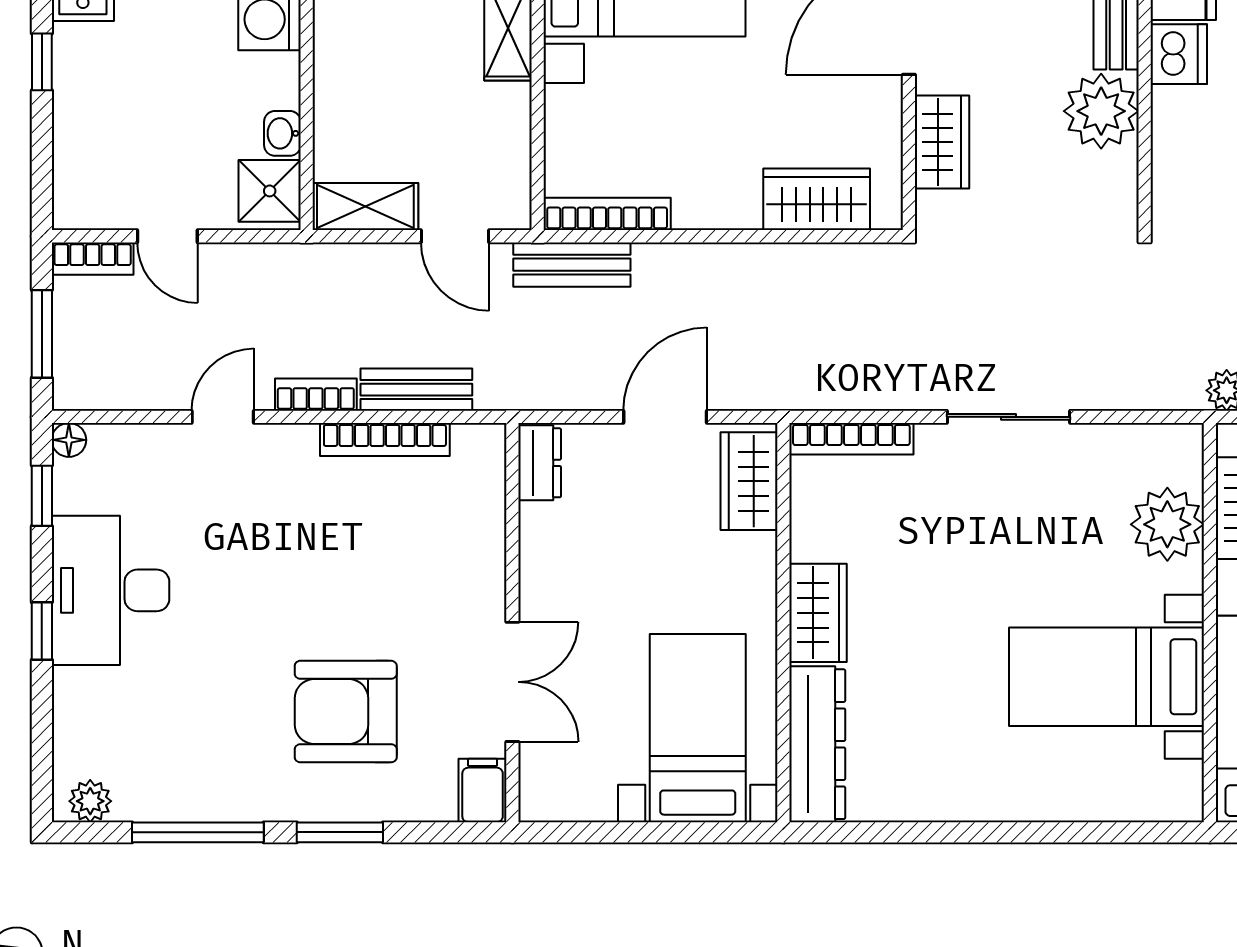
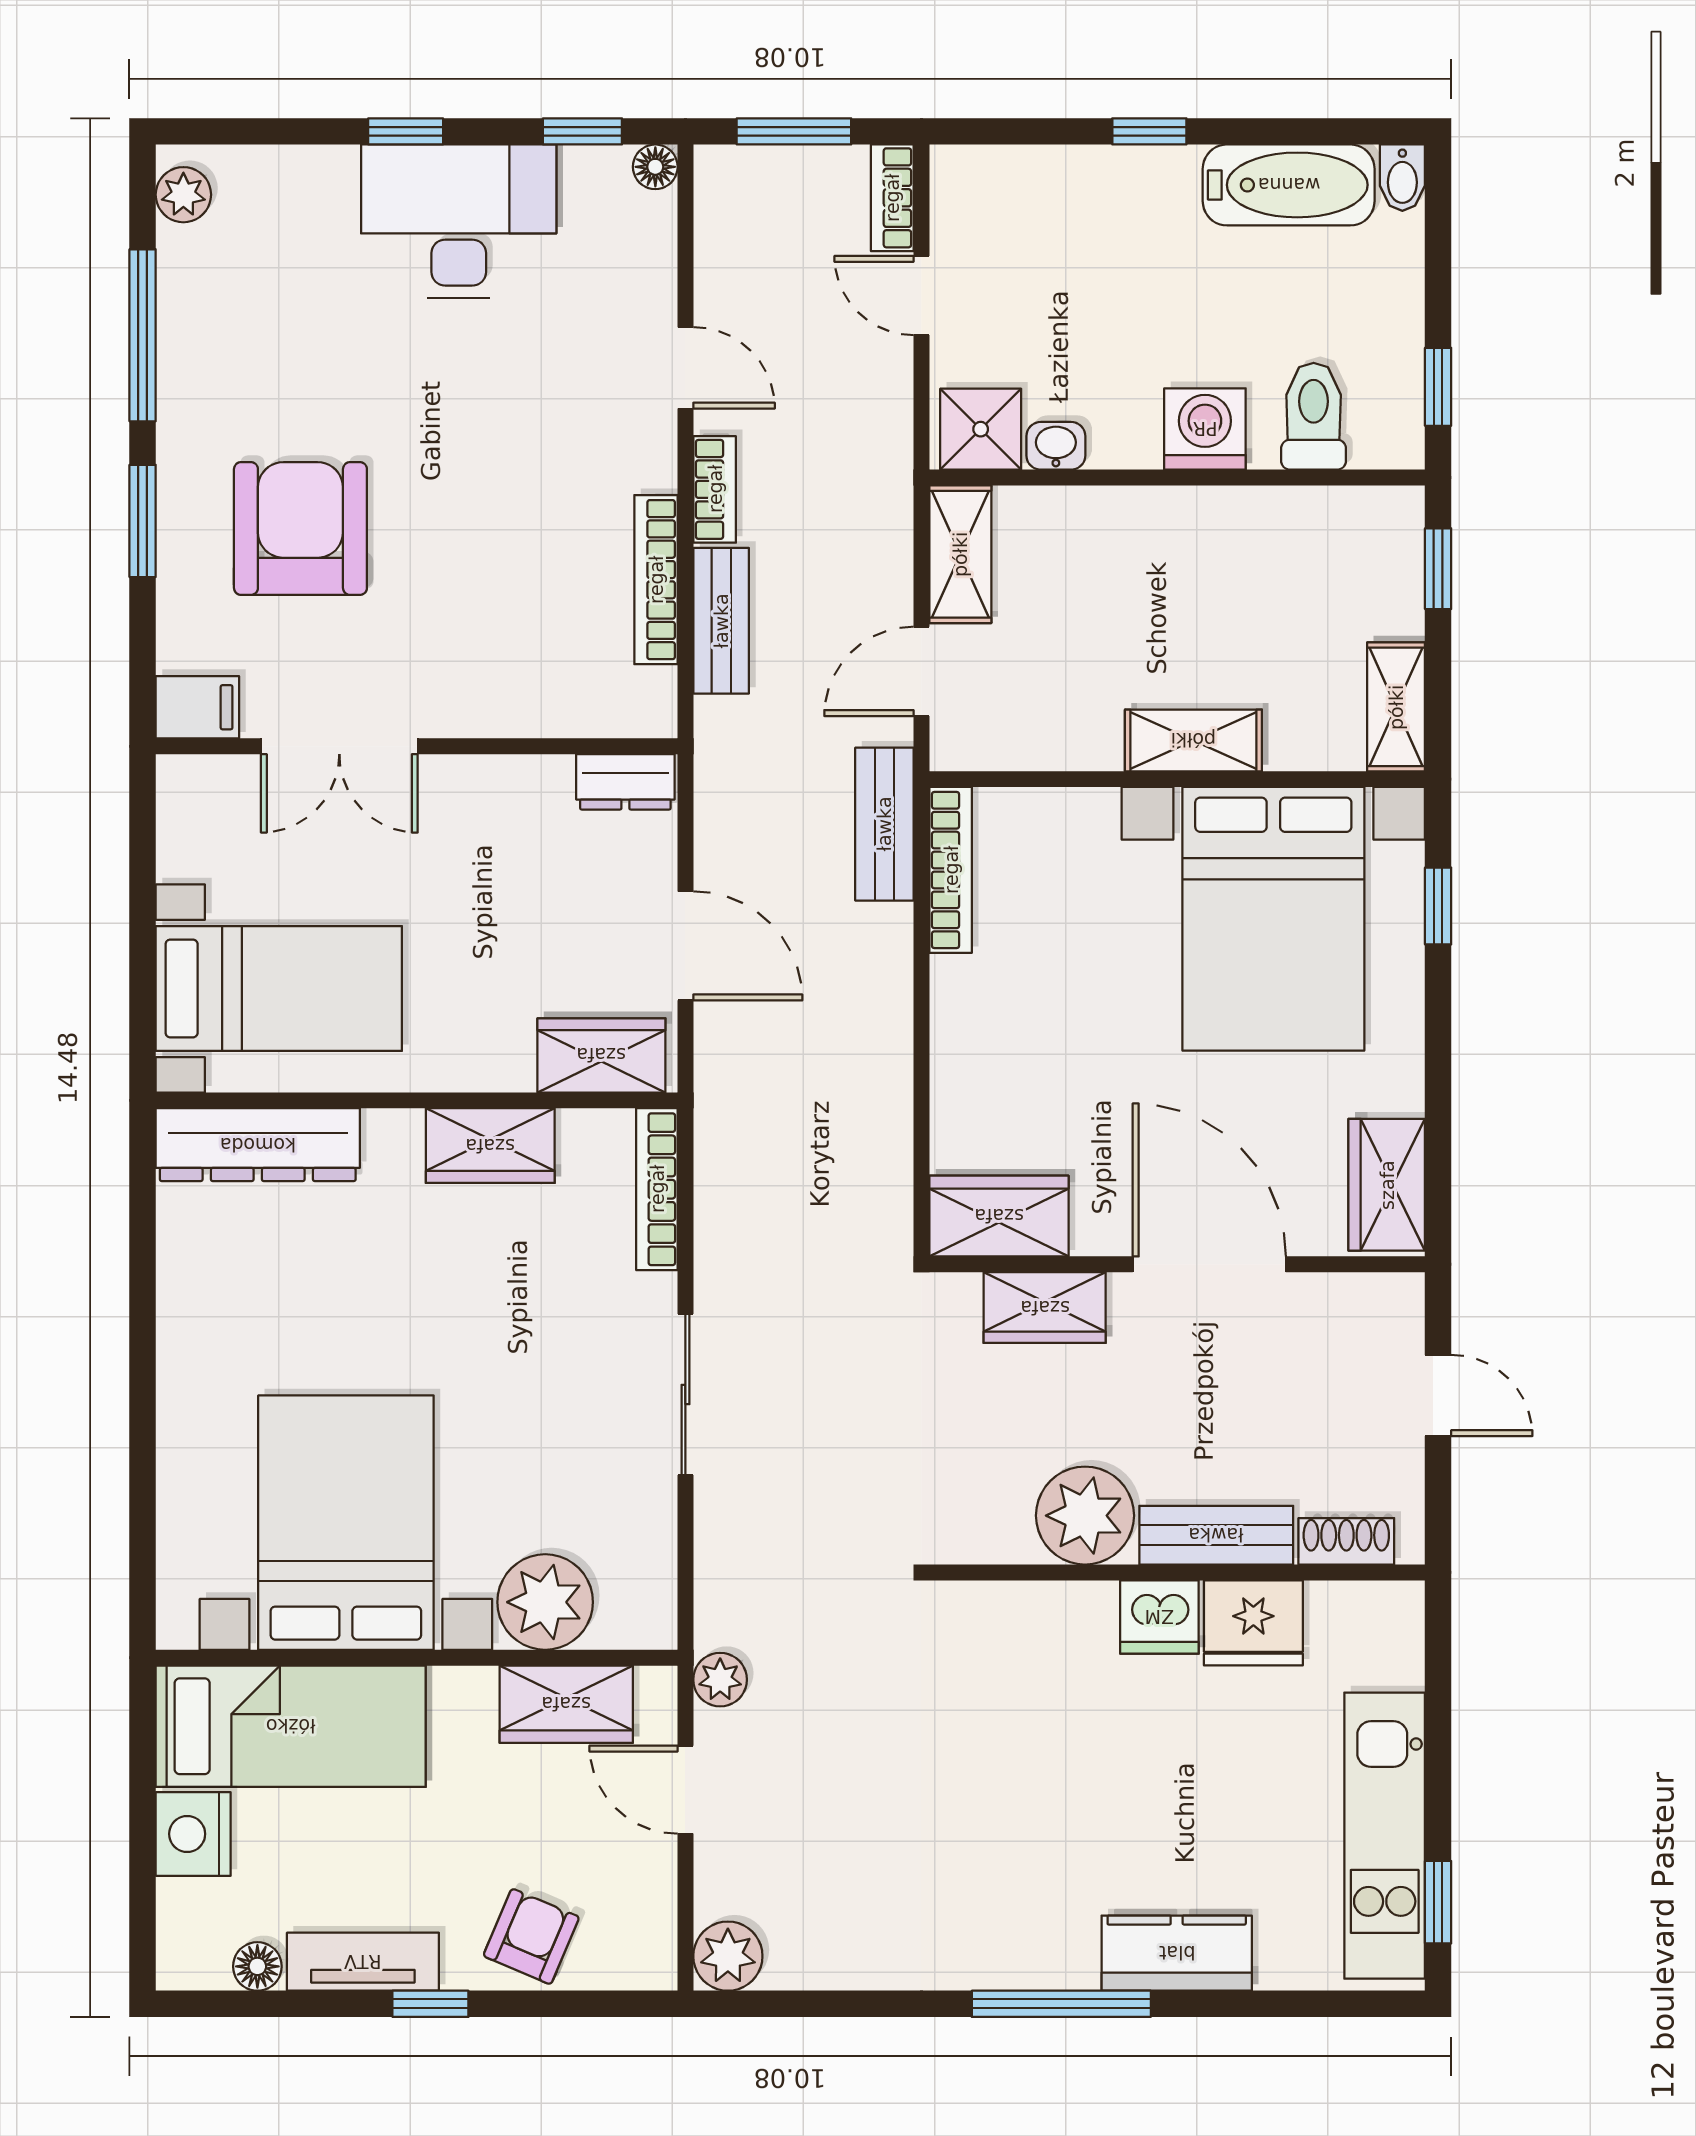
wardrobe: (817, 199) -> (999, 1216), moved, turned -90
door: (167, 236) -> (921, 295), hinge flipped
wardrobe: (818, 613) -> (490, 1146), moved
bed with nightstands: (1107, 677) -> (346, 1523), width x1.36

